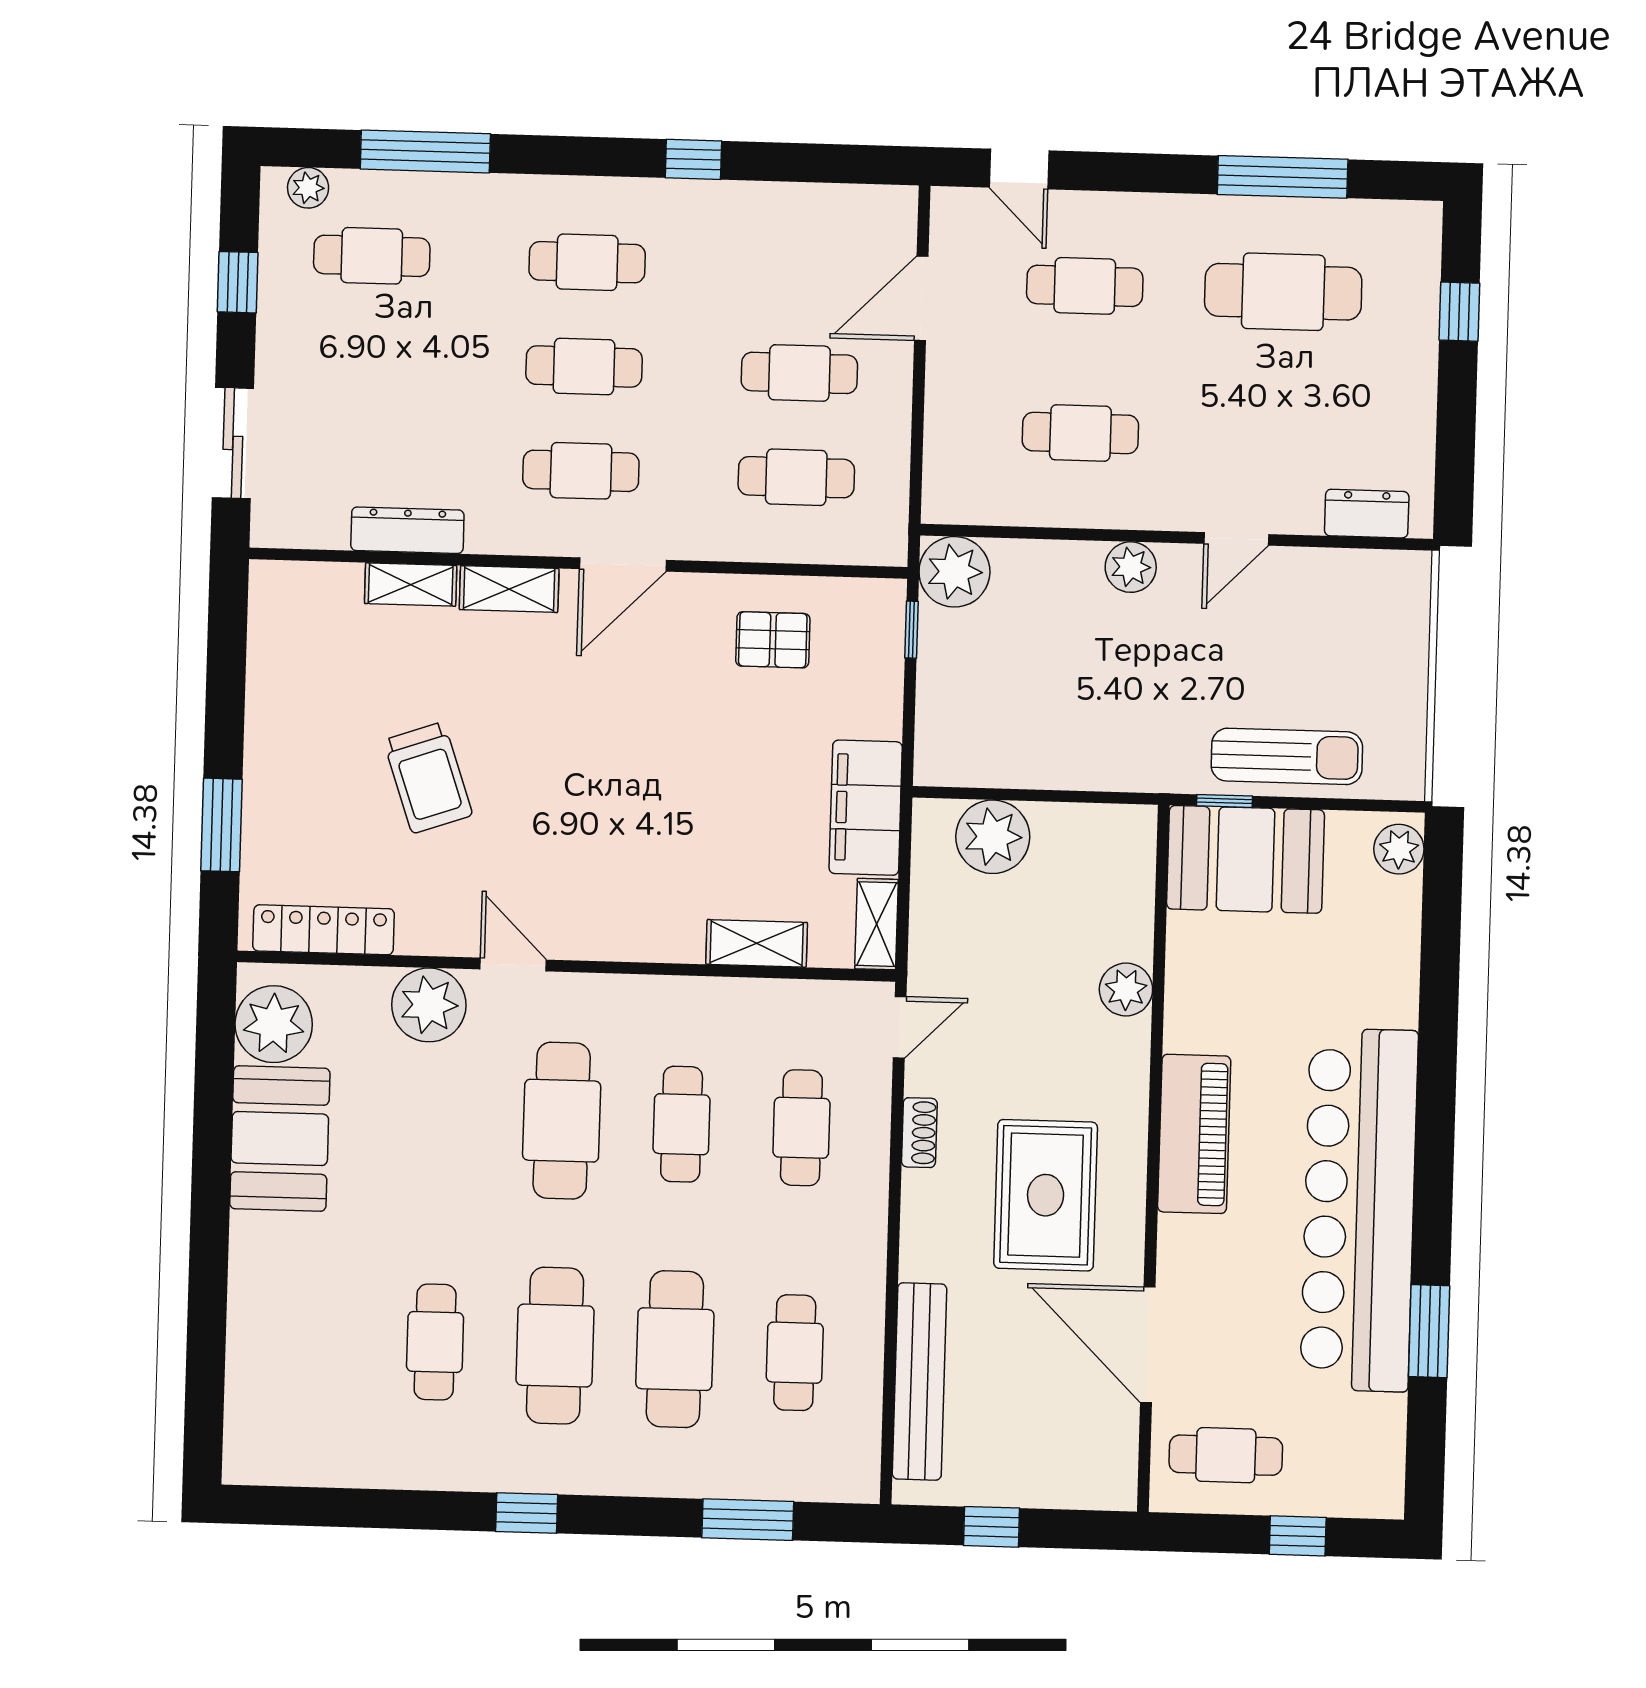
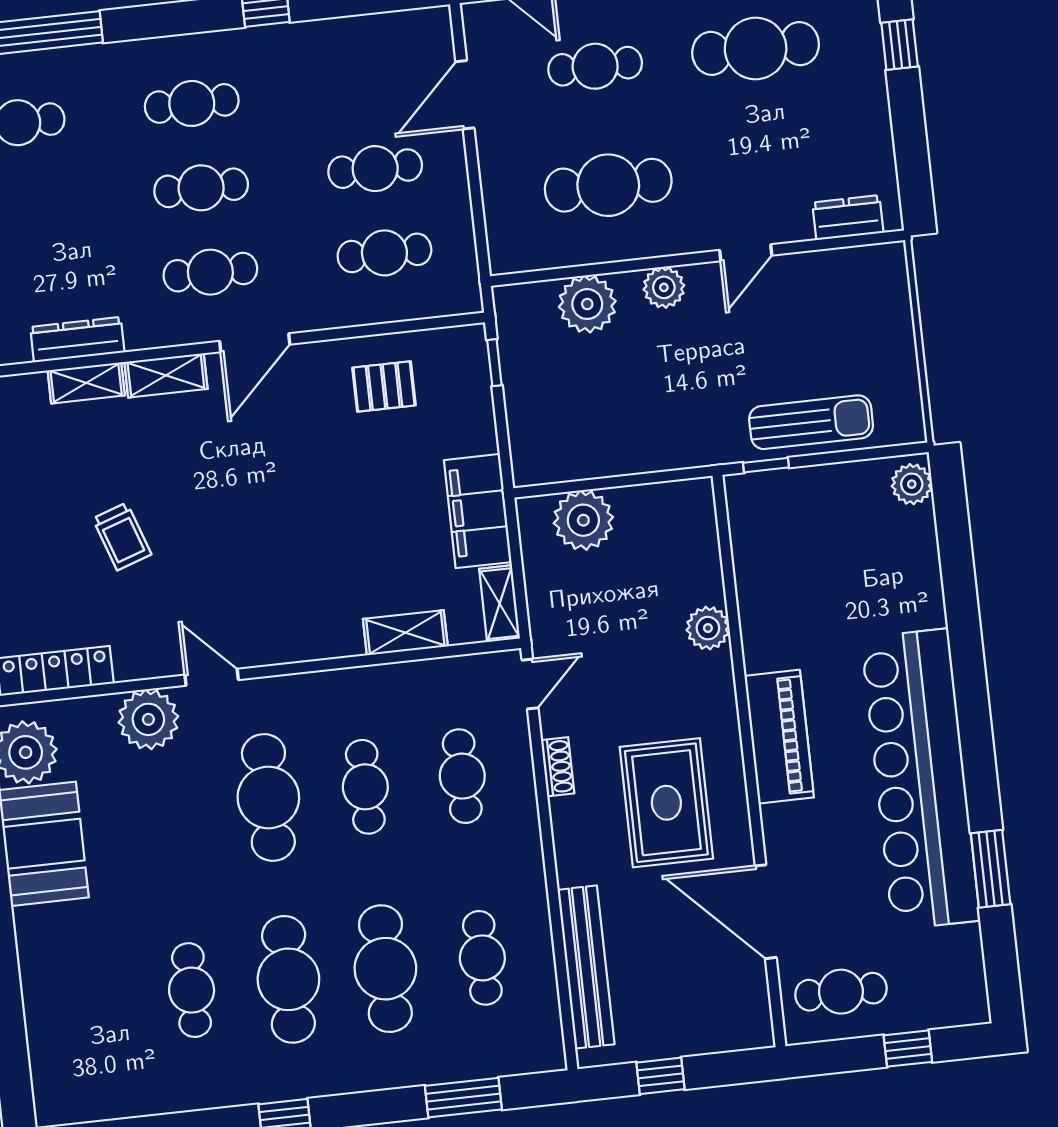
cafe table: (1080, 433) -> (608, 185), width x1.37, depth x1.35
plant: (954, 572) -> (587, 304), moved
trolley: (428, 778) -> (122, 536), width x0.73, depth x0.72
booth: (1246, 859) -> (789, 510), removed

